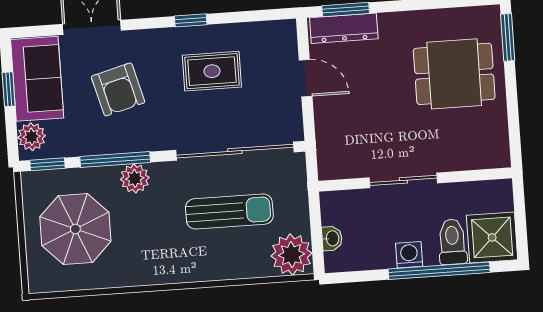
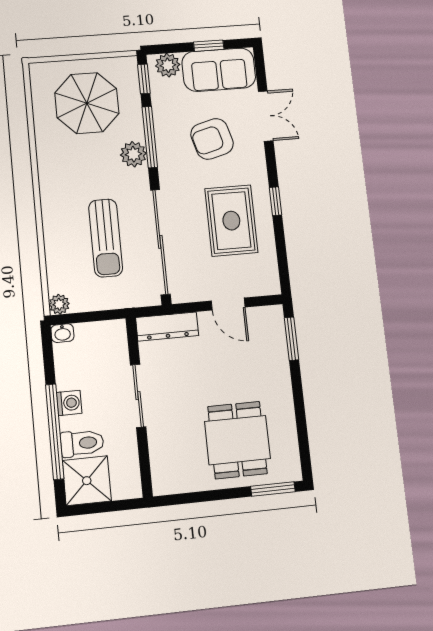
dresser: (344, 28) -> (167, 327), moved, turned -90
rug: (212, 71) -> (231, 221), width x1.36, depth x1.43
door: (306, 78) -> (228, 304), hinge flipped
washbasin: (332, 238) -> (62, 333), moved
plant: (291, 255) -> (59, 304), width x0.53, depth x0.53

